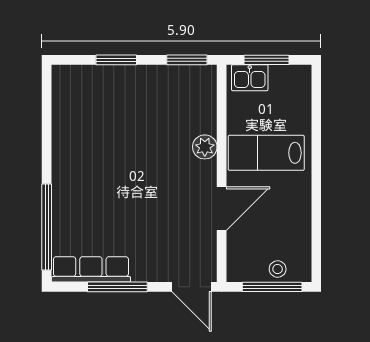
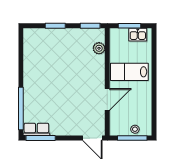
kitchen sink: (250, 78) -> (138, 35), moved
plant: (205, 147) -> (99, 48), moved
row of seats: (91, 269) -> (36, 129), width x0.68
window: (117, 287) -> (41, 138), moved

